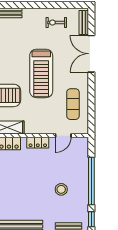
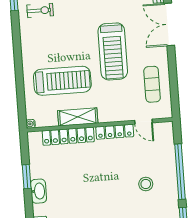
door: (63, 136) -> (143, 122), hinge flipped
locker: (38, 143) -> (115, 132), width x1.53

